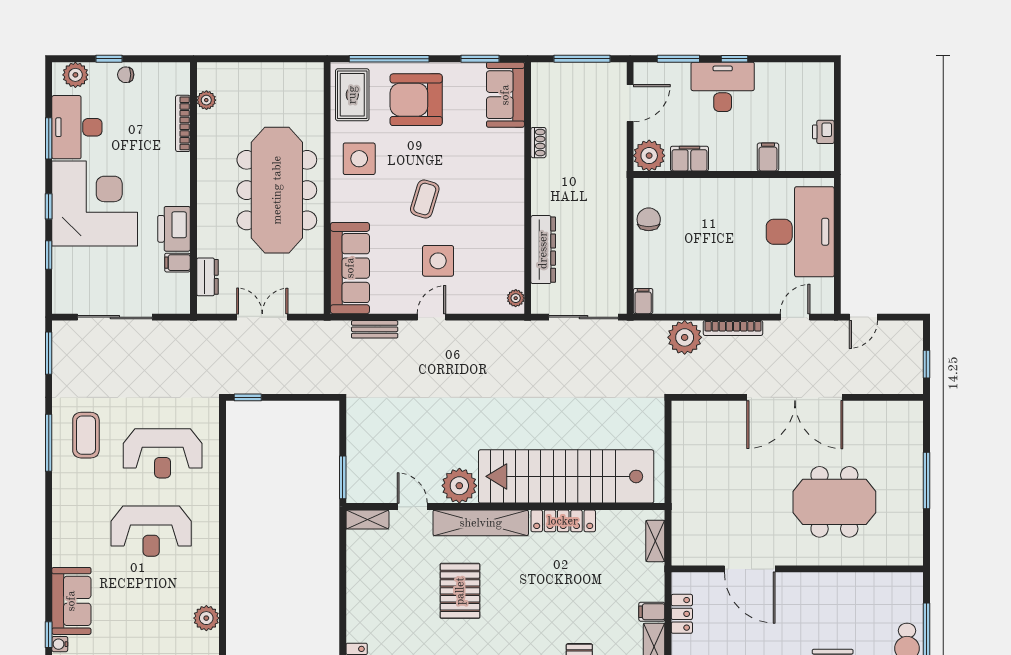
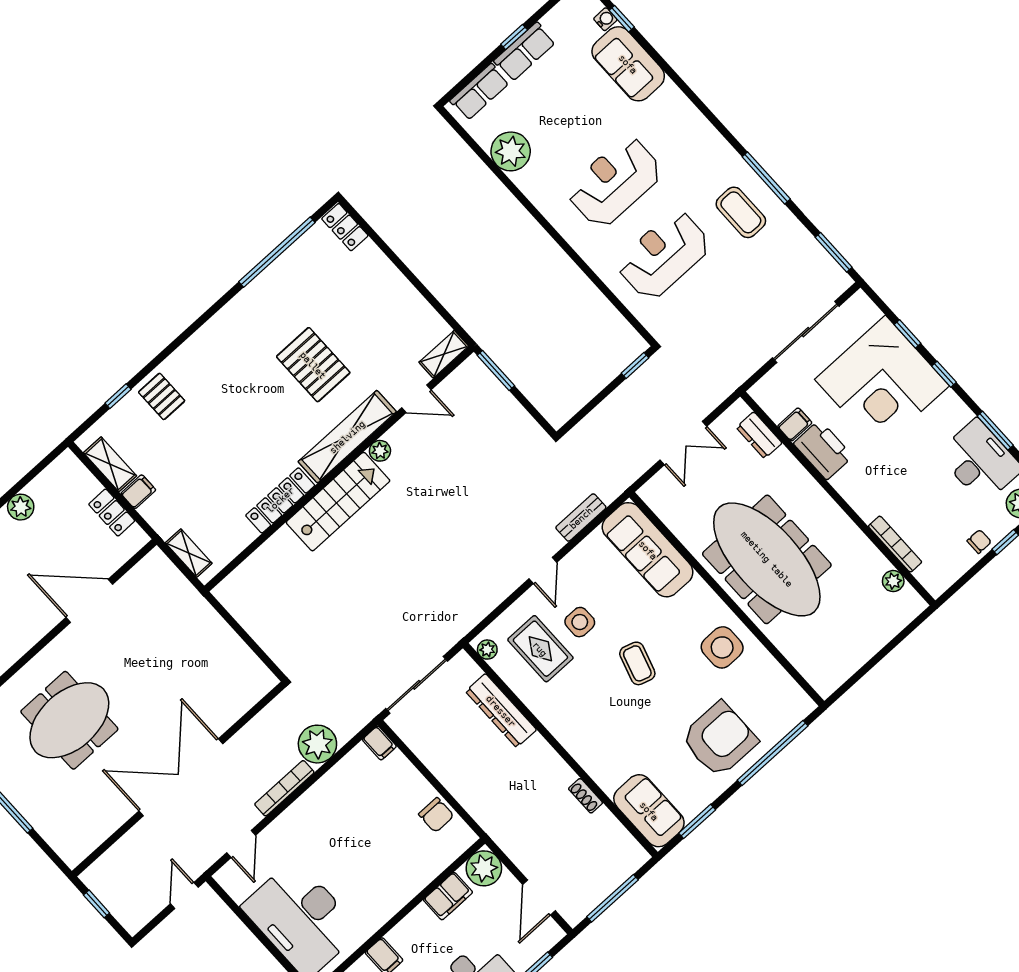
rug: (352, 95) -> (540, 649), moved
corner desk: (95, 203) -> (882, 383), moved
side table: (438, 261) -> (580, 622), width x0.73, depth x0.73
stairs: (566, 476) -> (338, 502), width x0.54, depth x0.66
plant: (459, 486) -> (380, 451), width x0.53, depth x0.53
plant: (206, 618) -> (511, 151), width x1.36, depth x1.36

